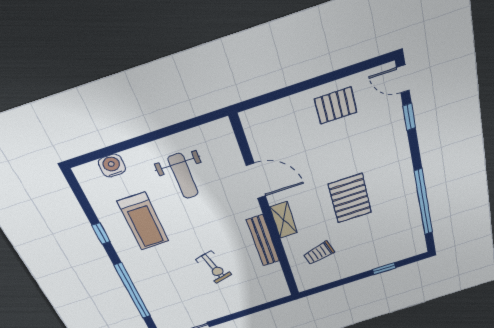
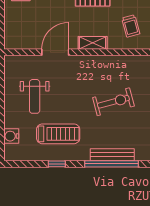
weight bench: (183, 176) -> (35, 96), turned 90
bench: (263, 241) -> (112, 155), moved
exercise bike: (214, 267) -> (113, 102), width x1.38, depth x1.39

